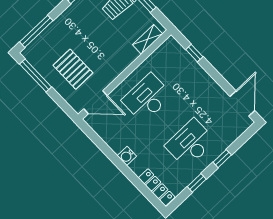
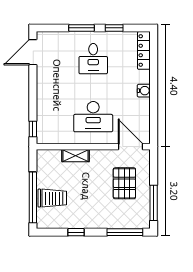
shelving: (148, 39) -> (76, 156), moved
window: (194, 53) -> (33, 129), moved
desk: (190, 143) -> (93, 59), width x0.73
window: (222, 159) -> (81, 28), width x1.50

